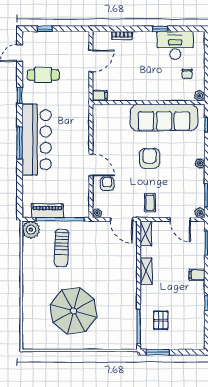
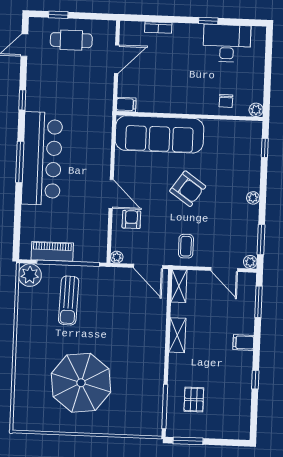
chair: (187, 74) -> (226, 101), moved
cafe table: (43, 75) -> (71, 40), moved
sofa: (164, 118) -> (159, 134), moved
armchair: (150, 158) -> (188, 189), turned 125

